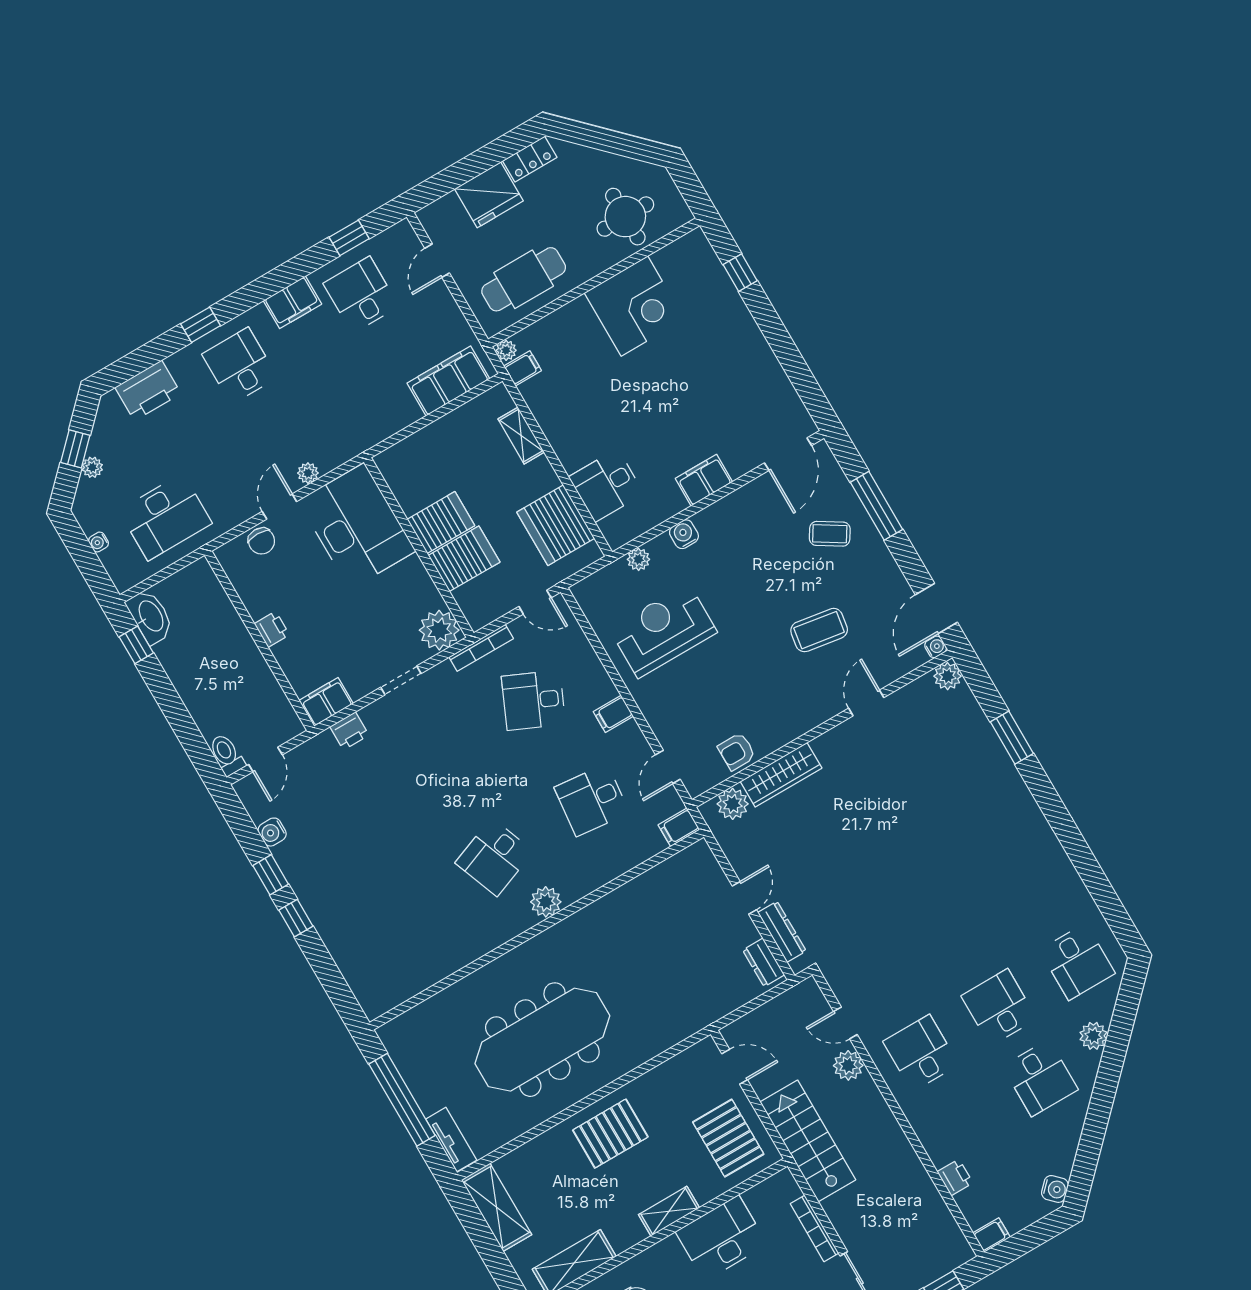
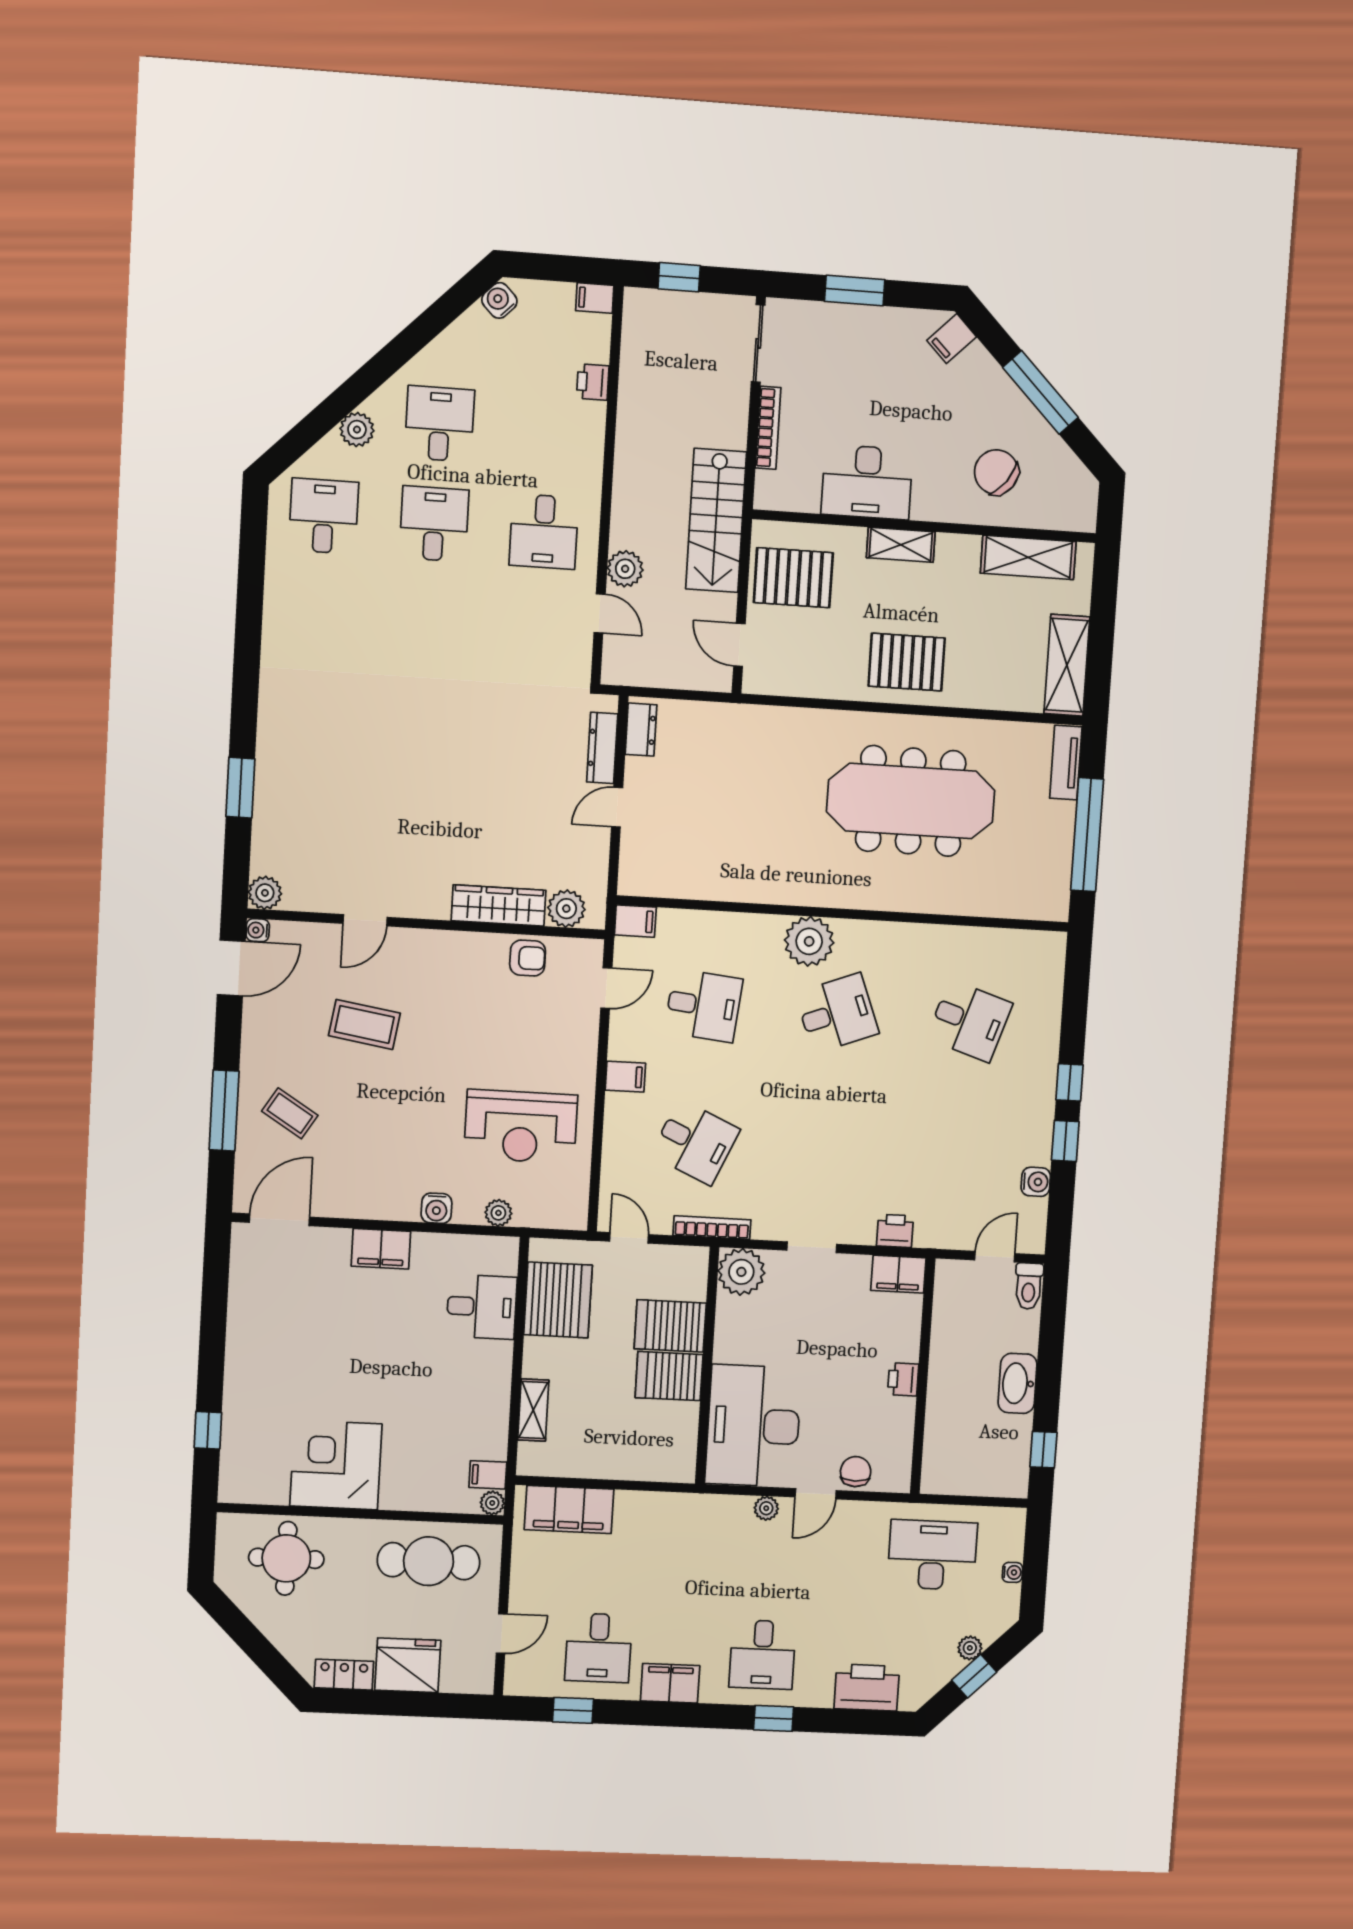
washbasin: (150, 616) -> (1018, 1383), moved
plant: (546, 902) -> (809, 941), width x1.36, depth x1.36
desk: (397, 914) -> (969, 1021), added
desk: (999, 1007) -> (434, 524), turned 180
pallet: (728, 1138) -> (793, 578), turned 90

